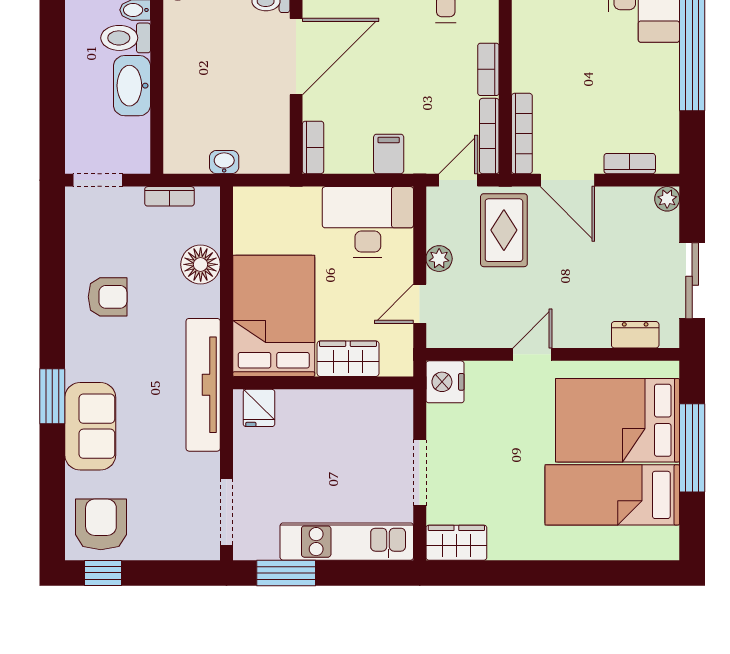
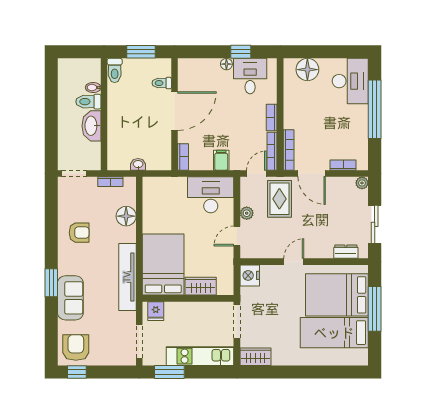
bed: (274, 316) -> (163, 265), moved
wardrobe: (348, 359) -> (201, 286), moved
wall: (323, 383) -> (188, 298), moved
fridge: (259, 408) -> (156, 311), moved

